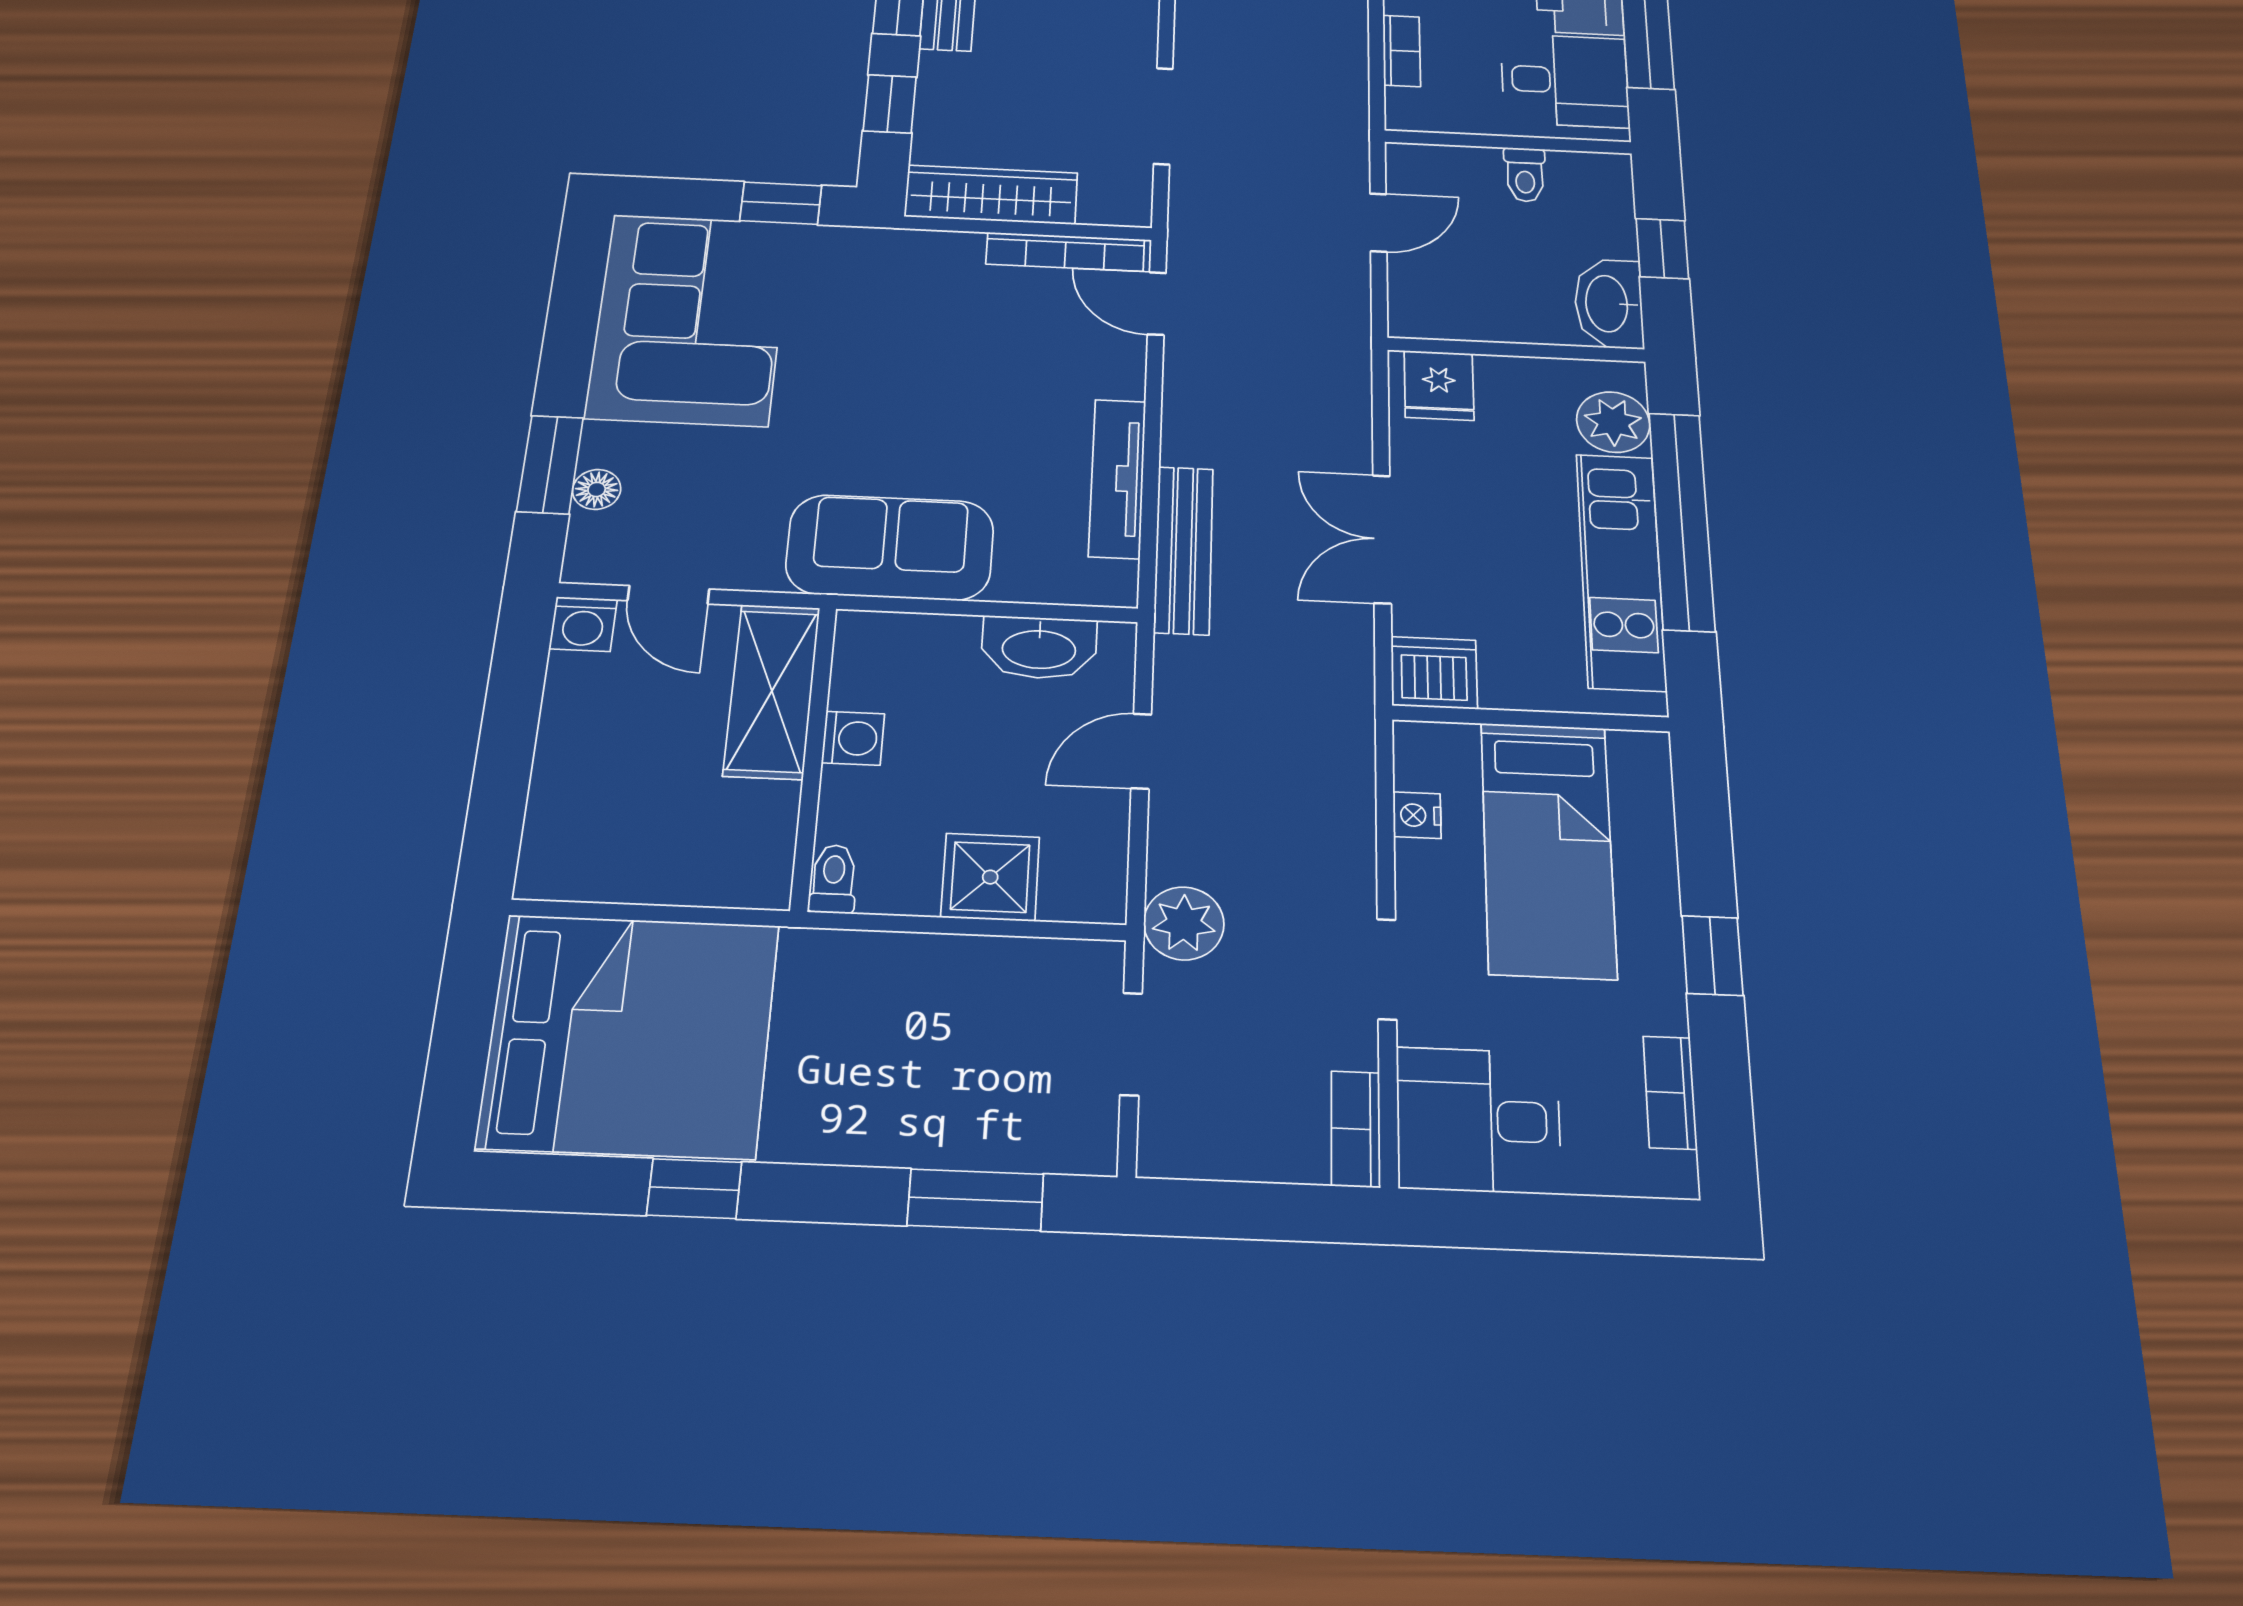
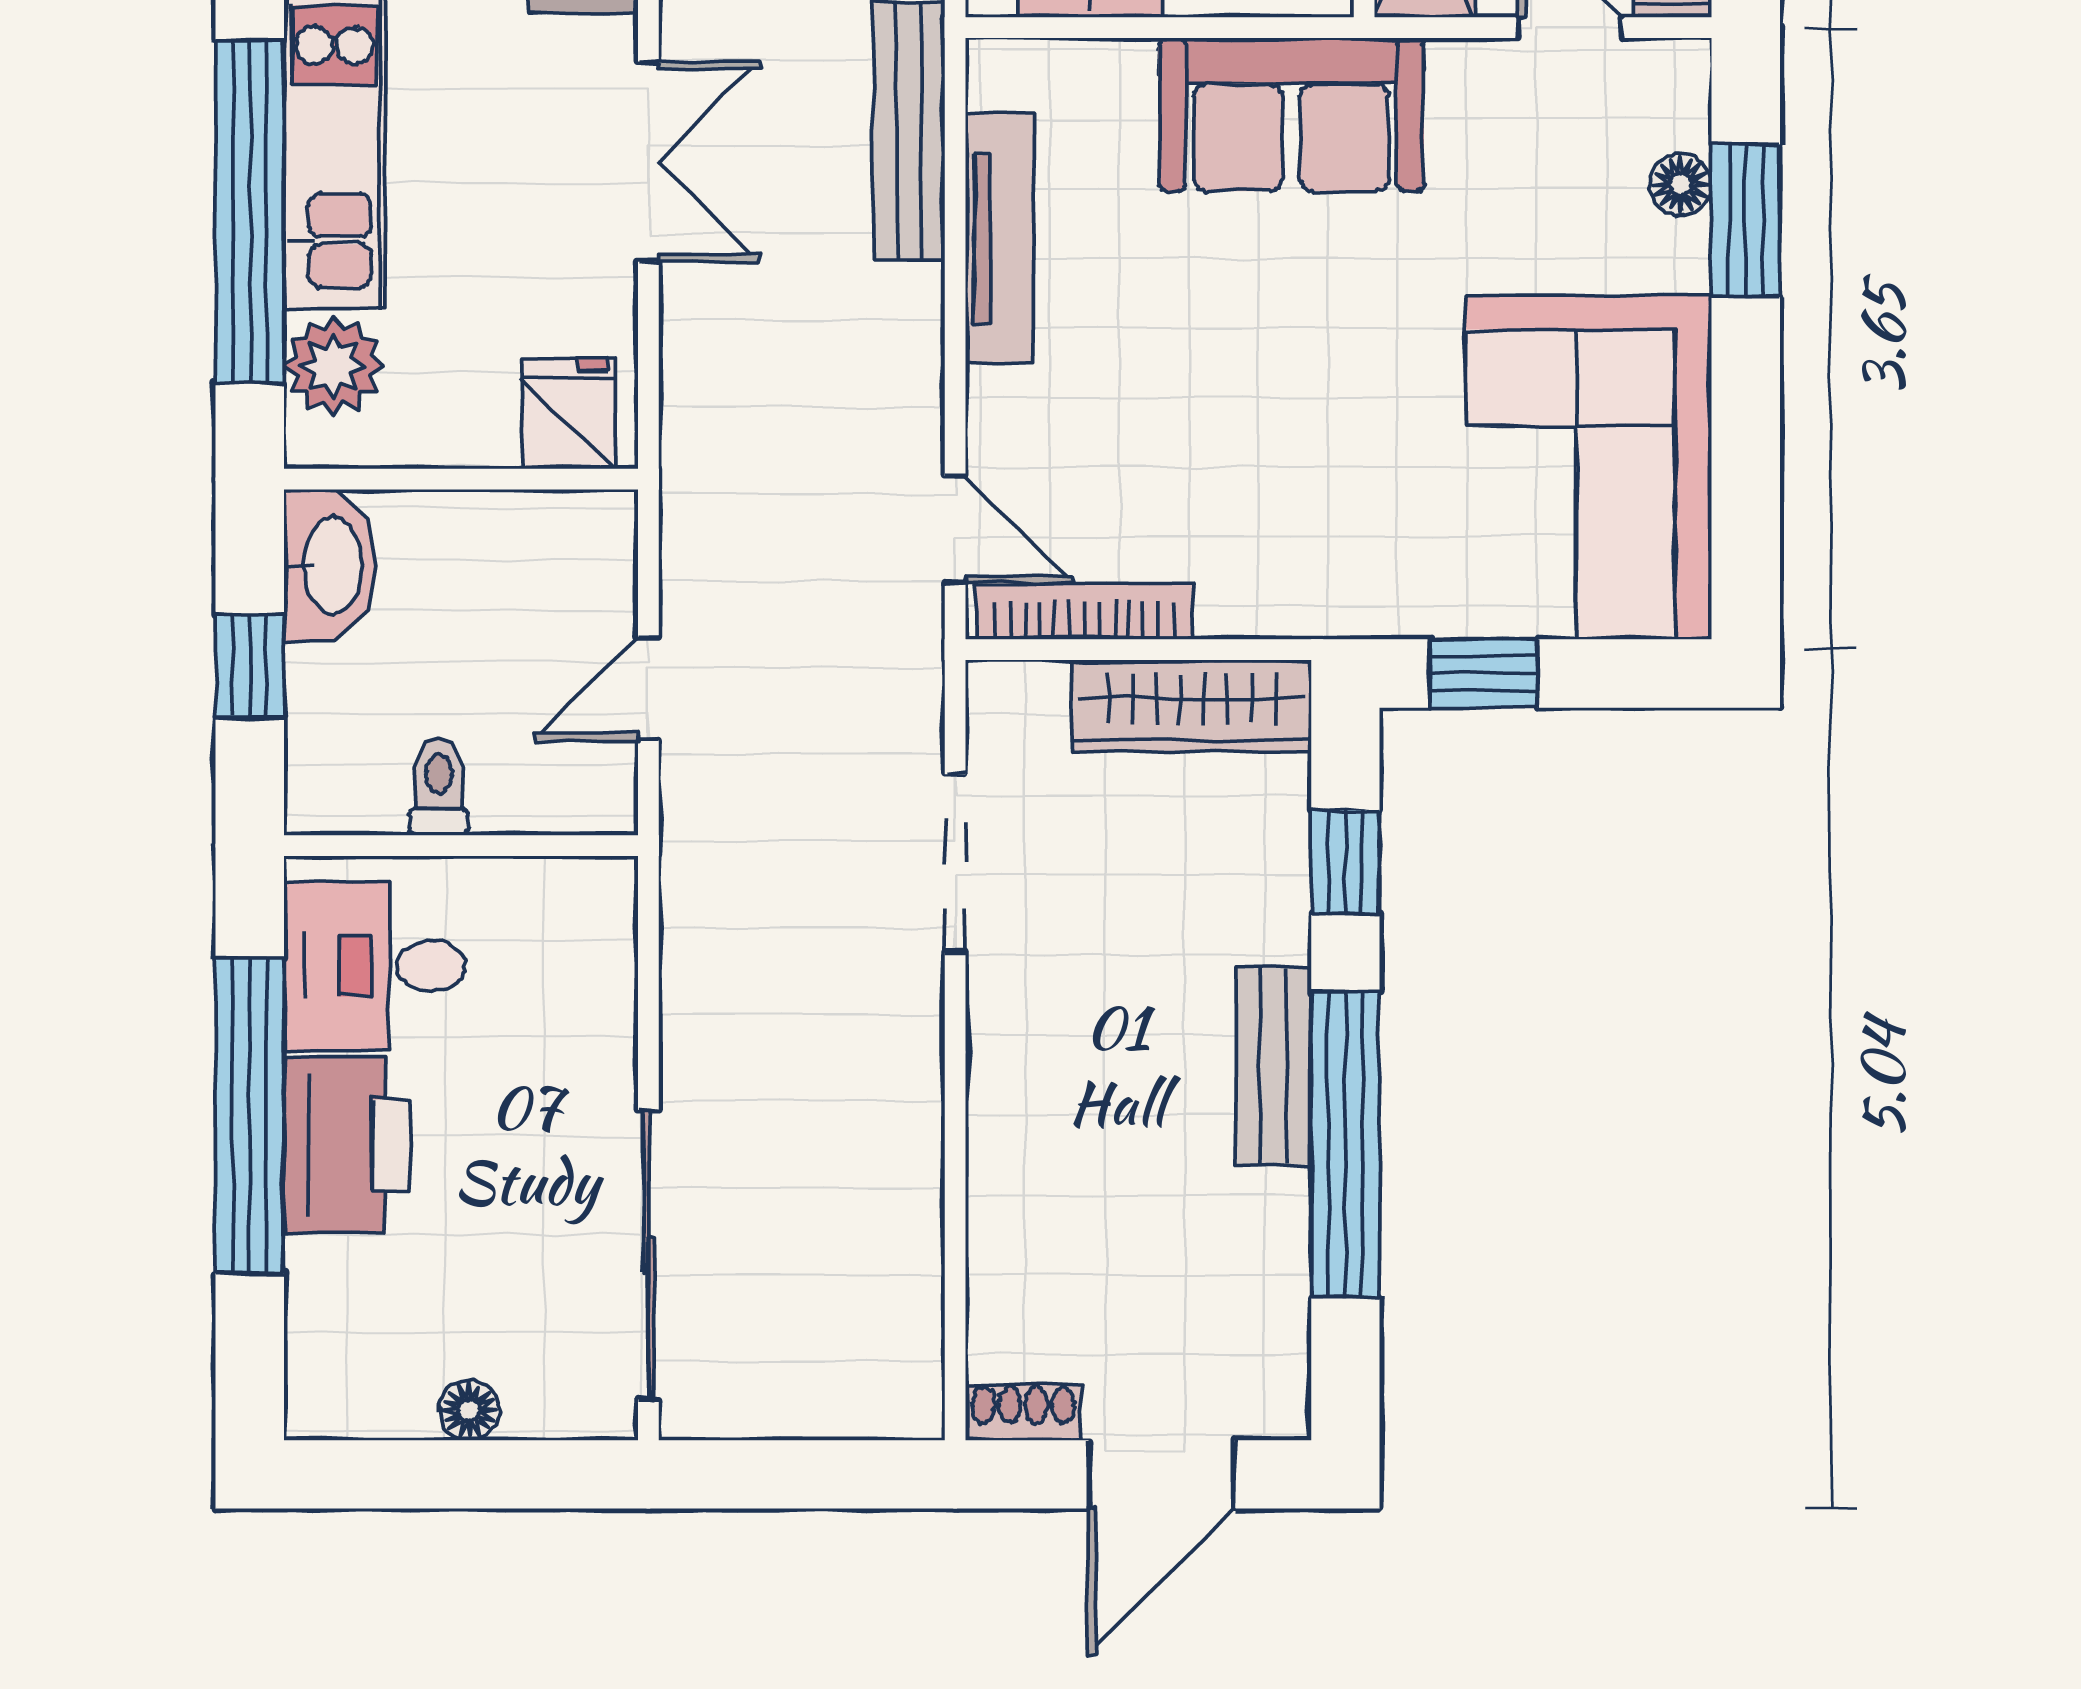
bookcase: (1402, 51) -> (612, 1007), removed

